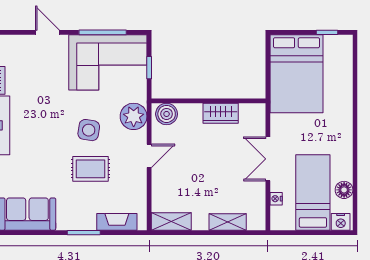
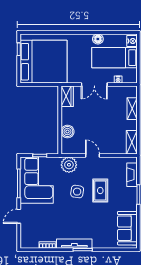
bed: (296, 74) -> (43, 62), width x1.36
wardrobe: (221, 113) -> (67, 96), moved
boiler: (167, 114) -> (67, 132), moved
floor lamp: (344, 190) -> (98, 39), moved

